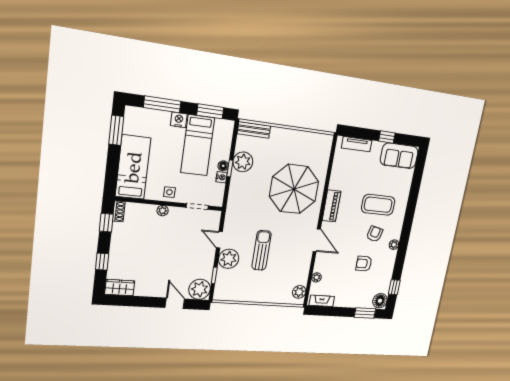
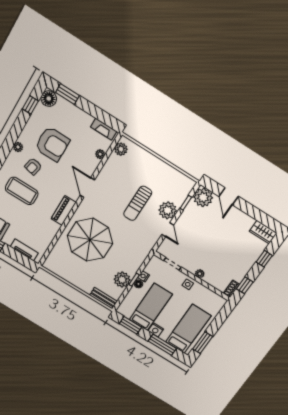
bed: (133, 167) -> (188, 329), moved, turned 180
armchair: (364, 264) -> (52, 144), width x1.88, depth x1.88

